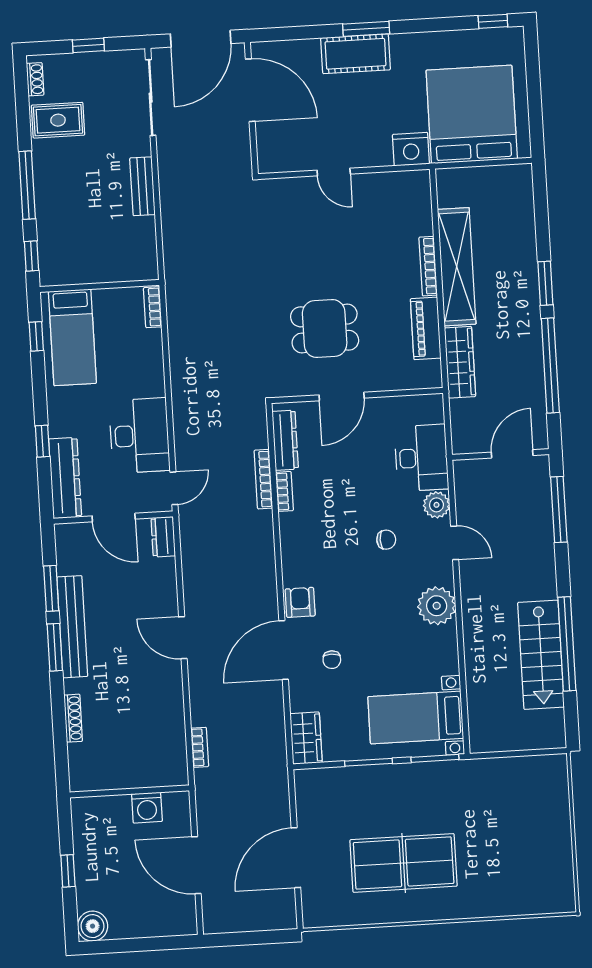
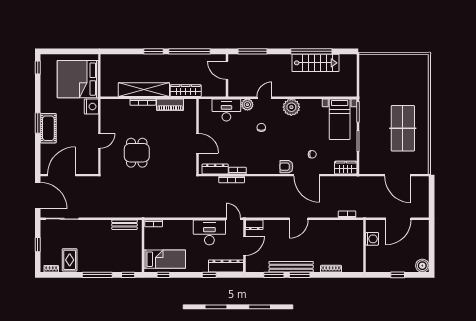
bench: (142, 186) -> (124, 225), moved
dining table: (325, 329) -> (137, 153), moved

